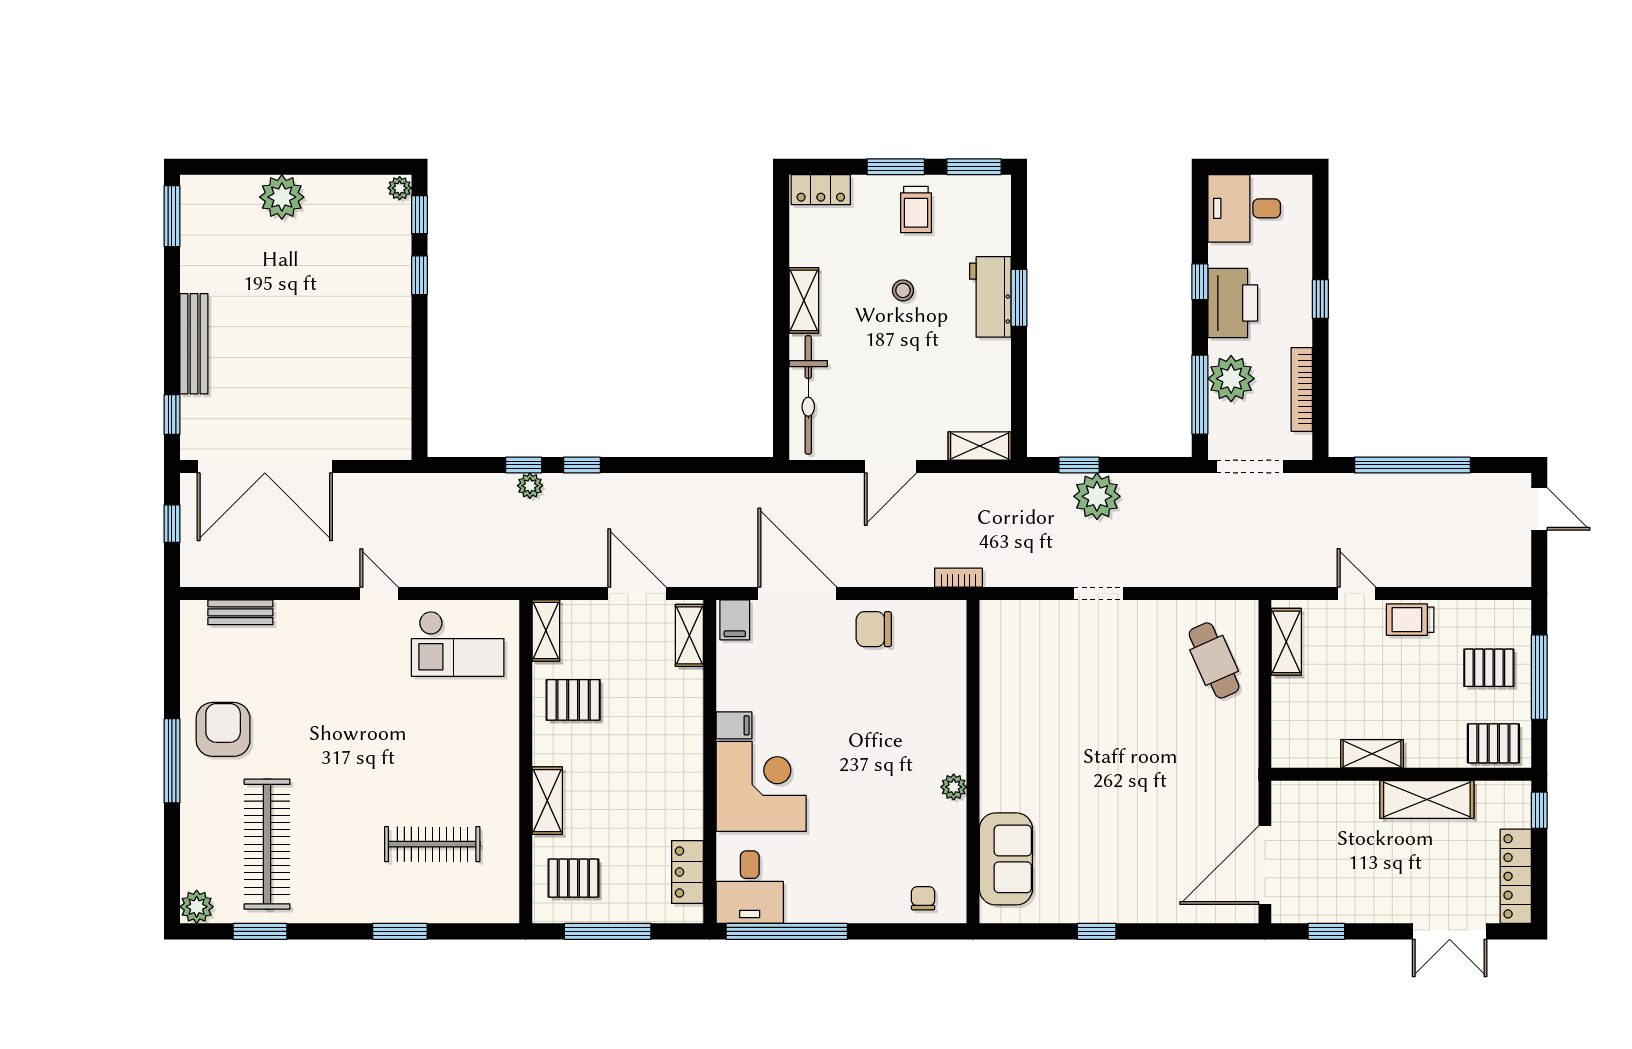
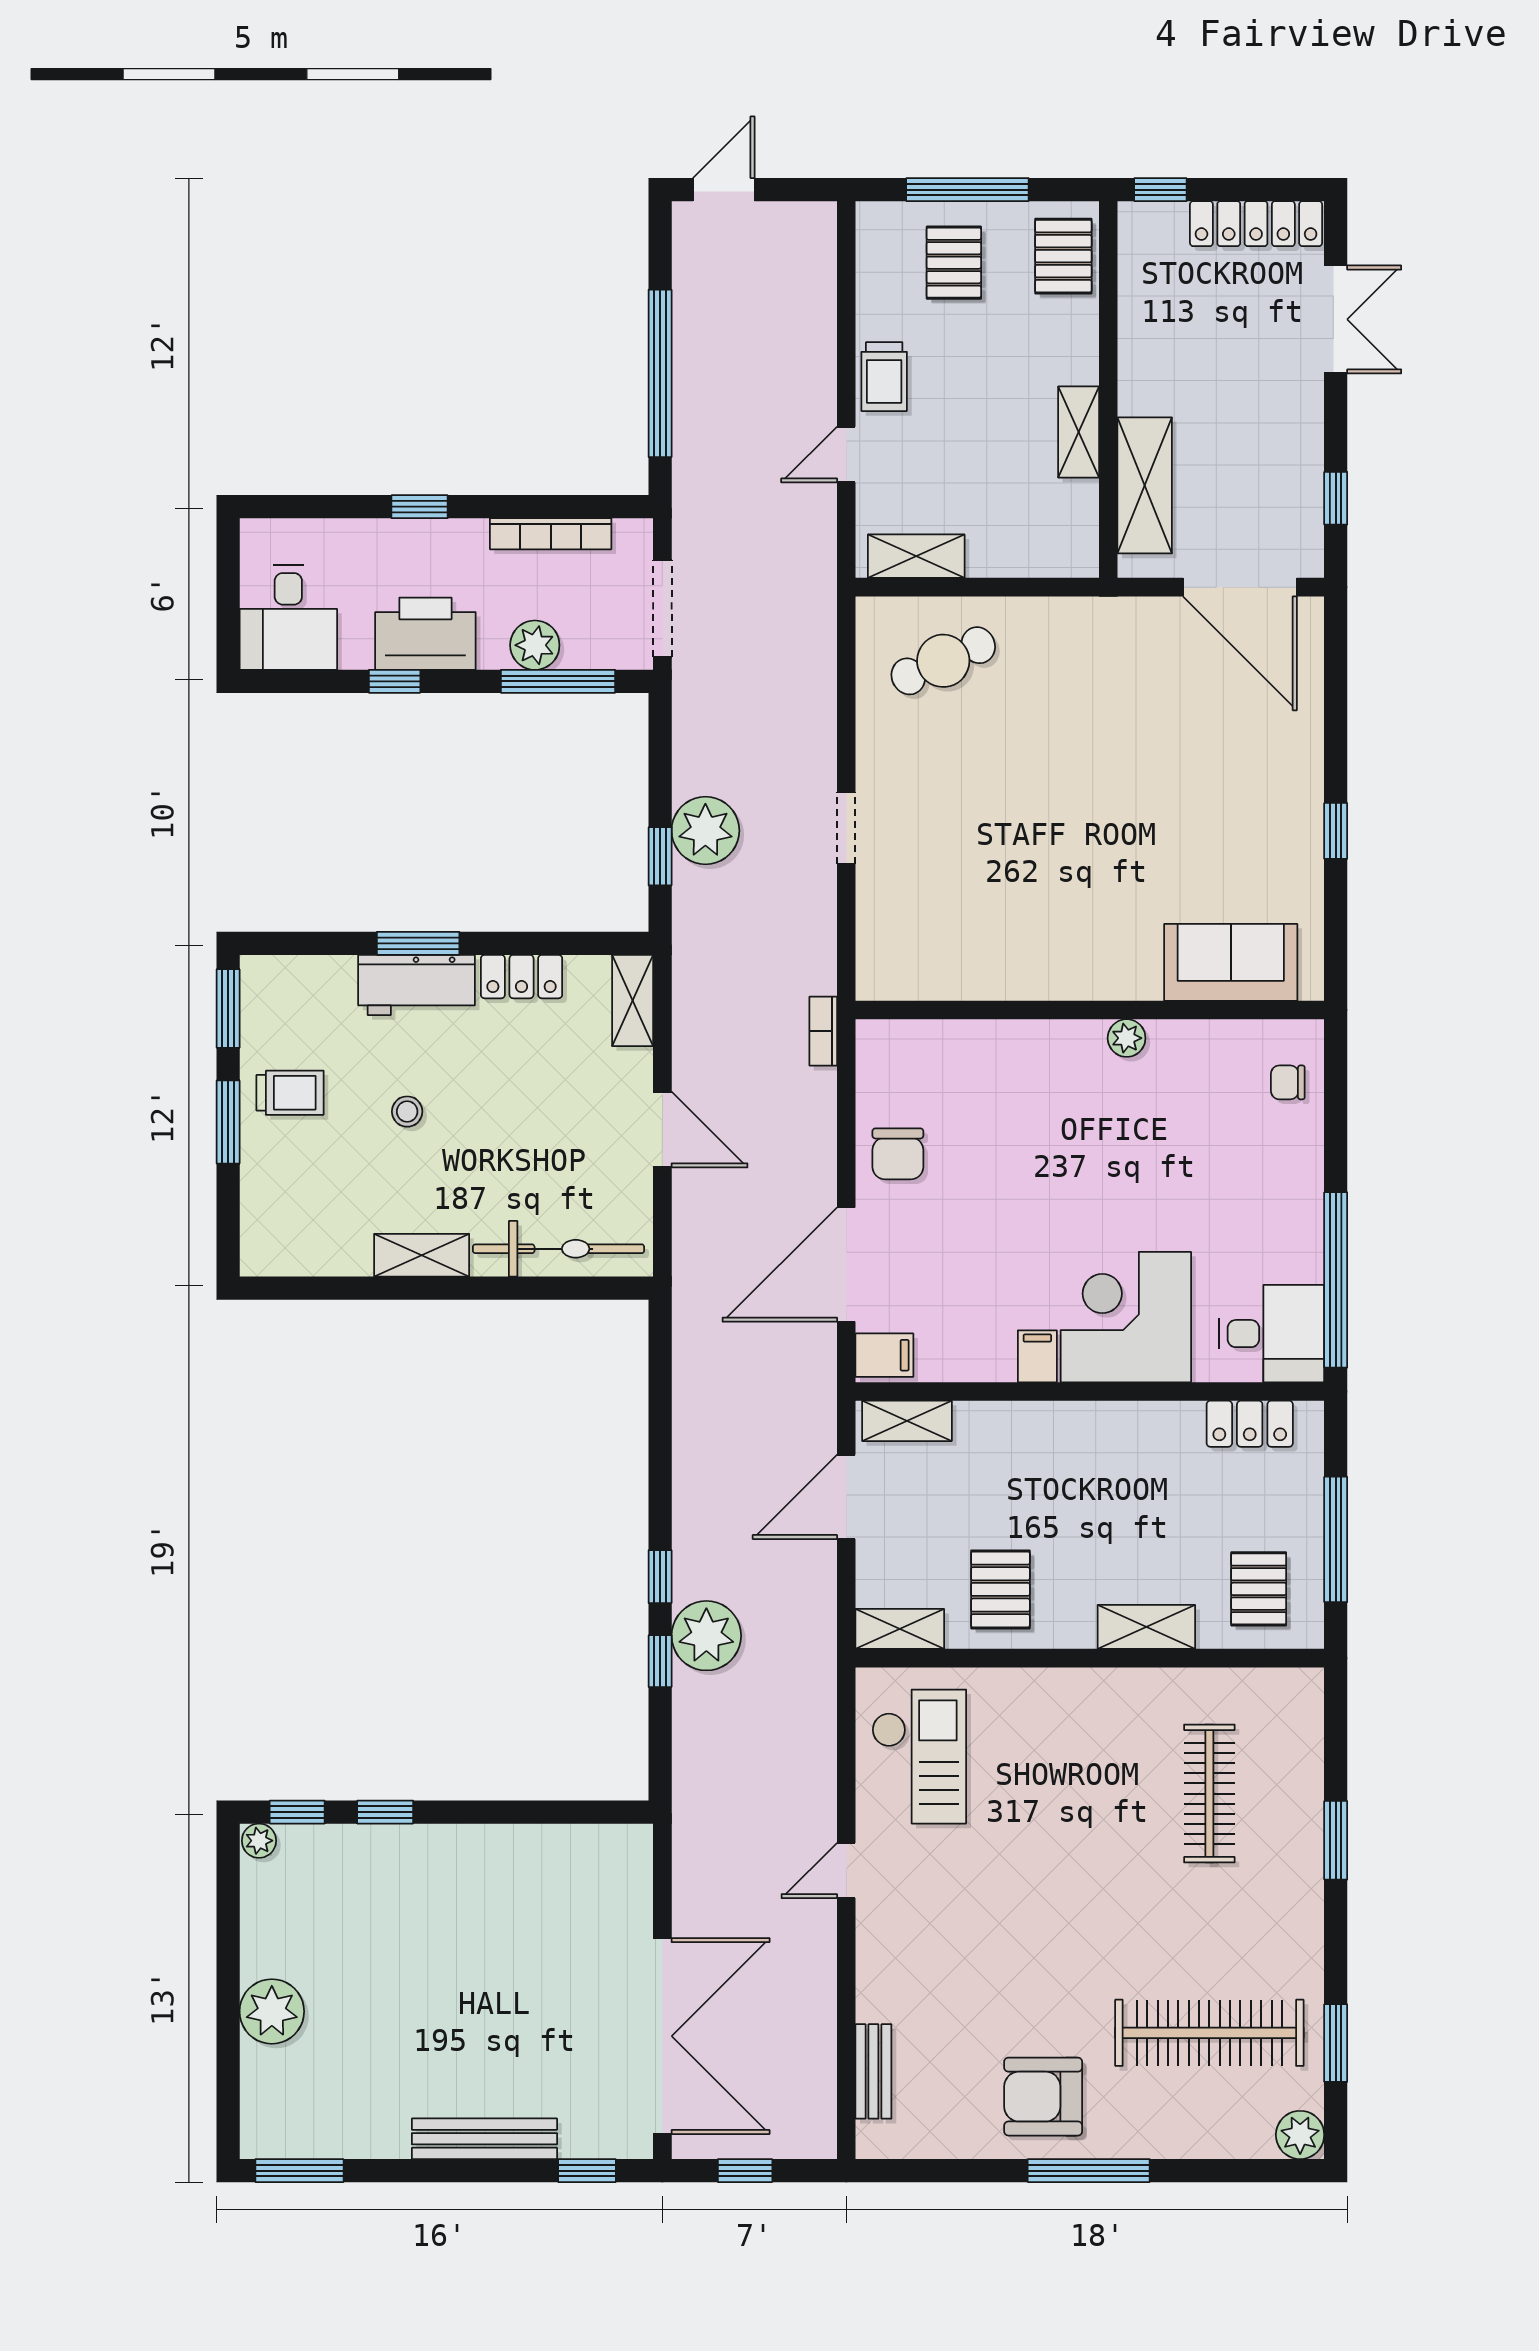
locker: (821, 190) -> (522, 977), moved, turned 90
plant: (1231, 379) -> (535, 645), width x0.73, depth x0.73
plant: (530, 486) -> (706, 1636), width x1.87, depth x1.87
shelving: (1427, 799) -> (1145, 485), moved

